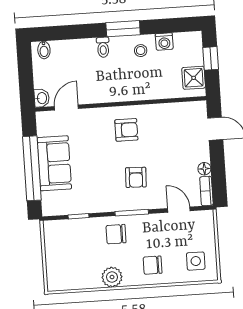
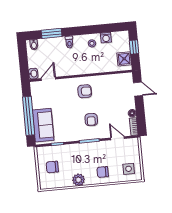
window: (123, 29) -> (52, 33), moved
sofa: (54, 163) -> (43, 125), moved
chair: (116, 234) -> (52, 167), moved

